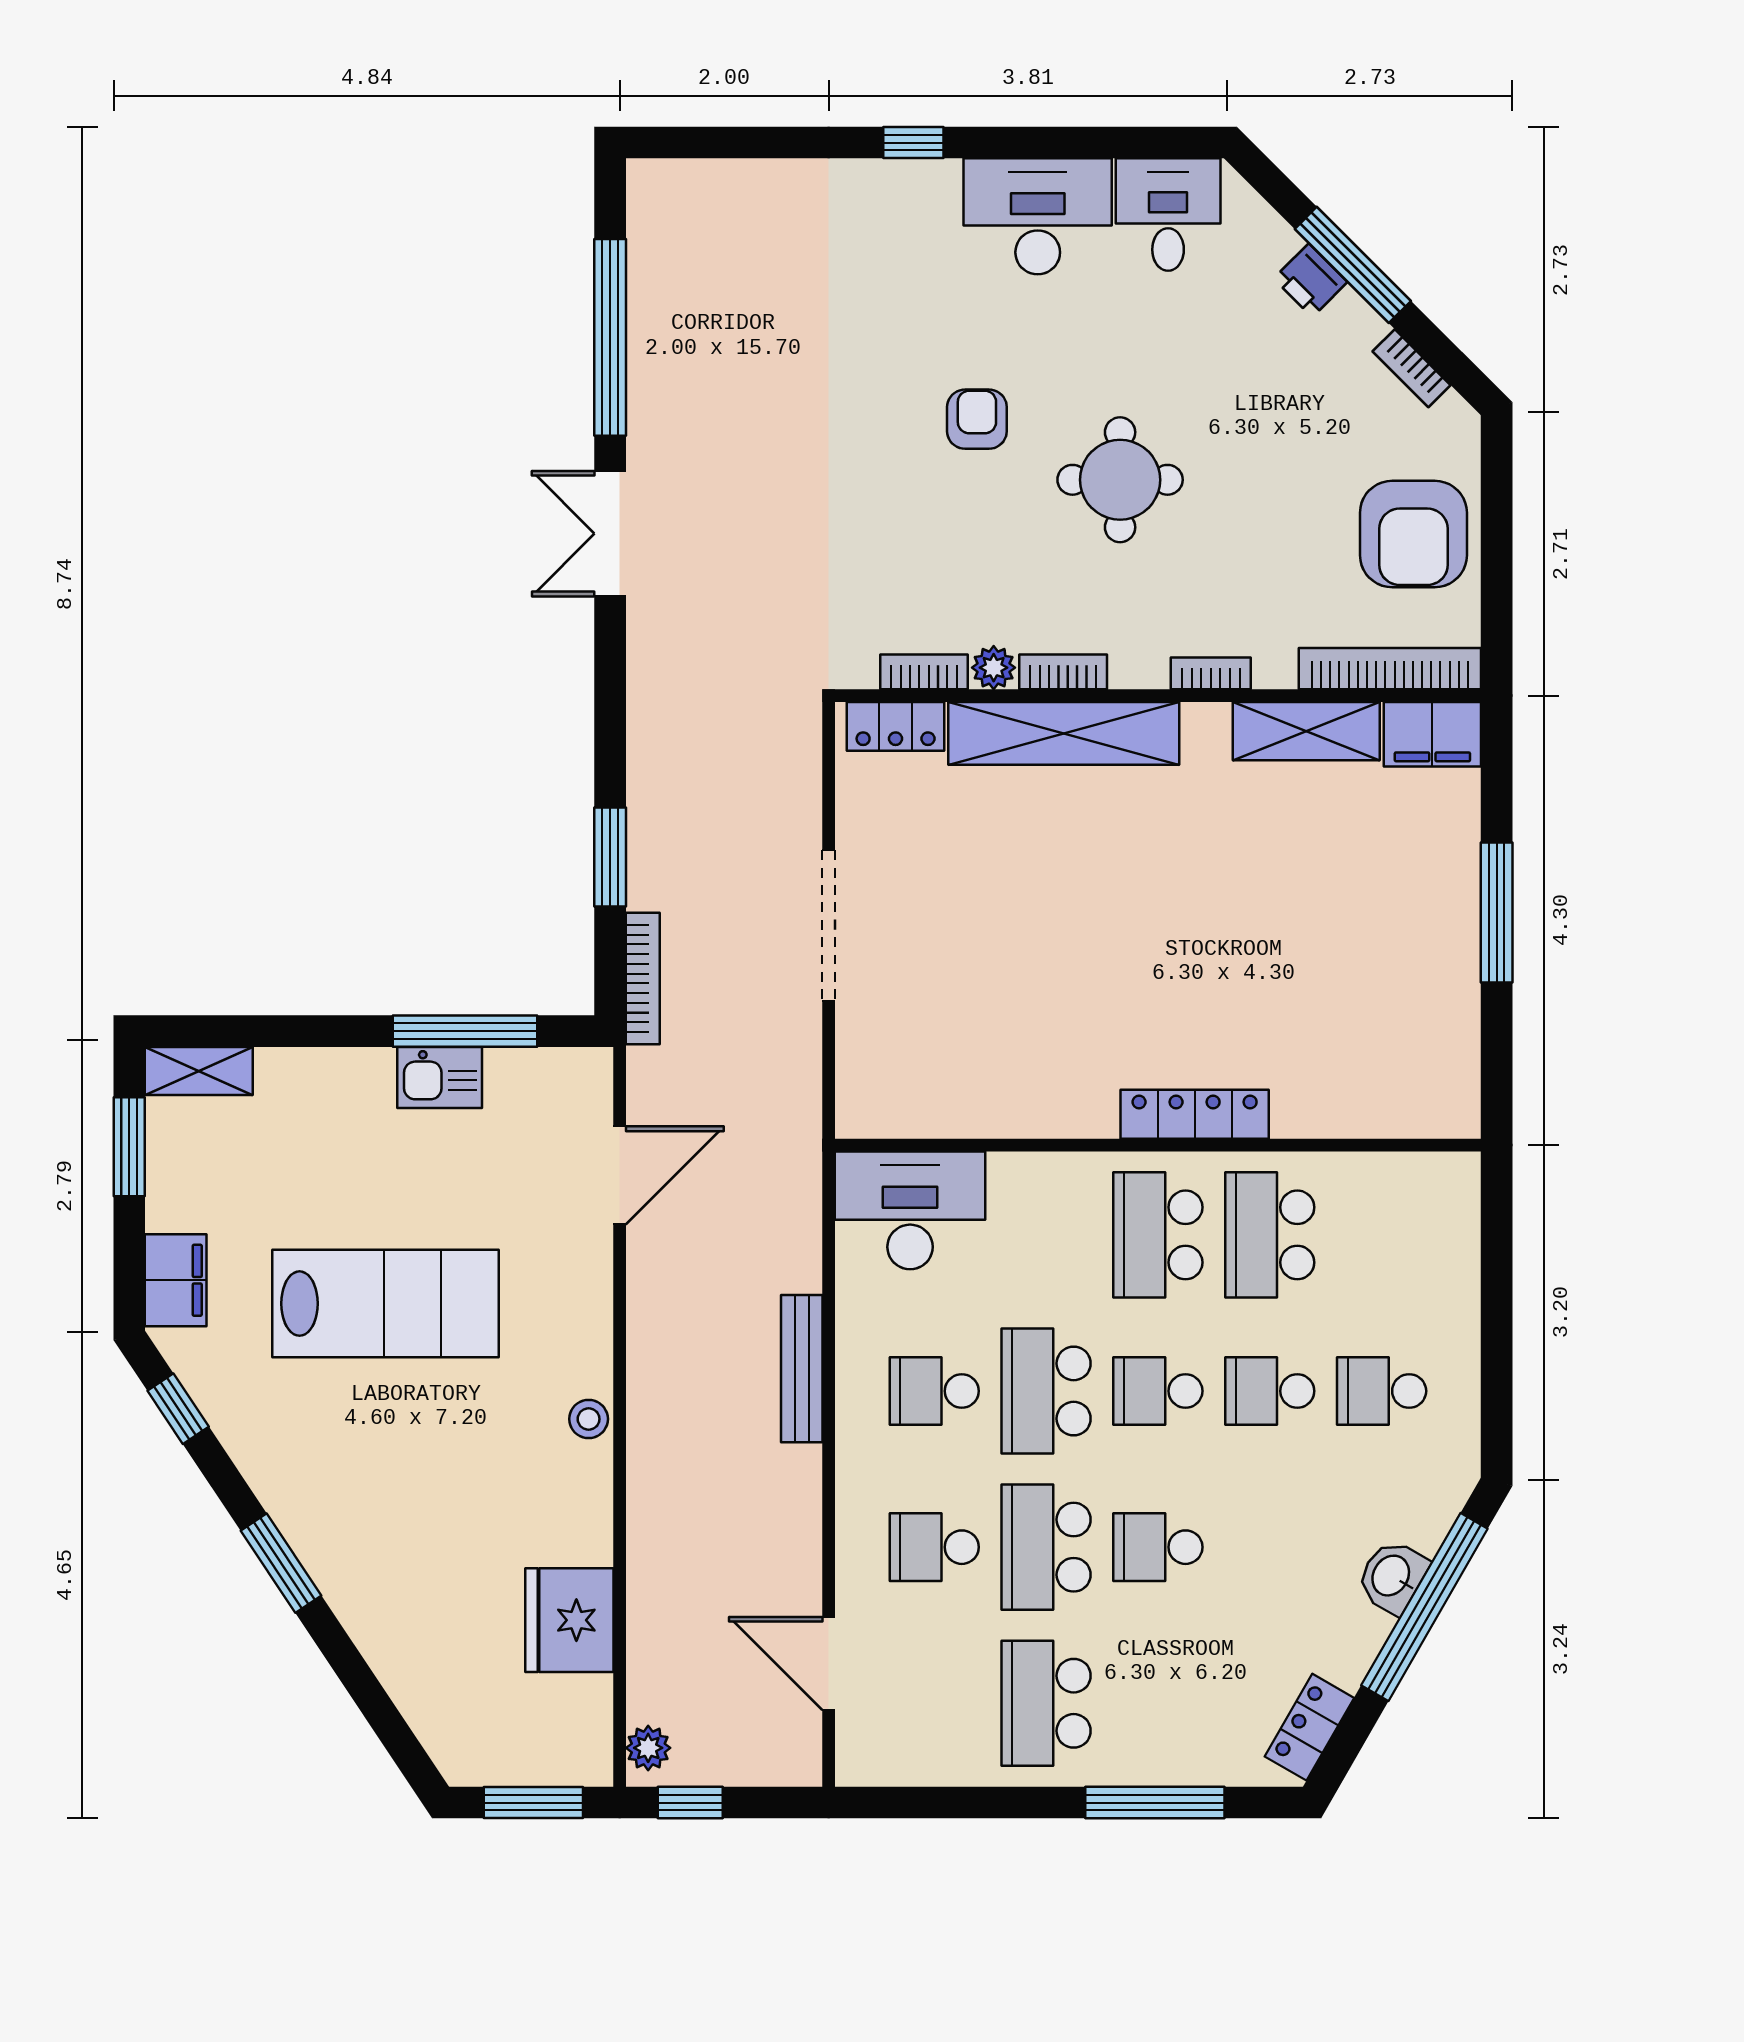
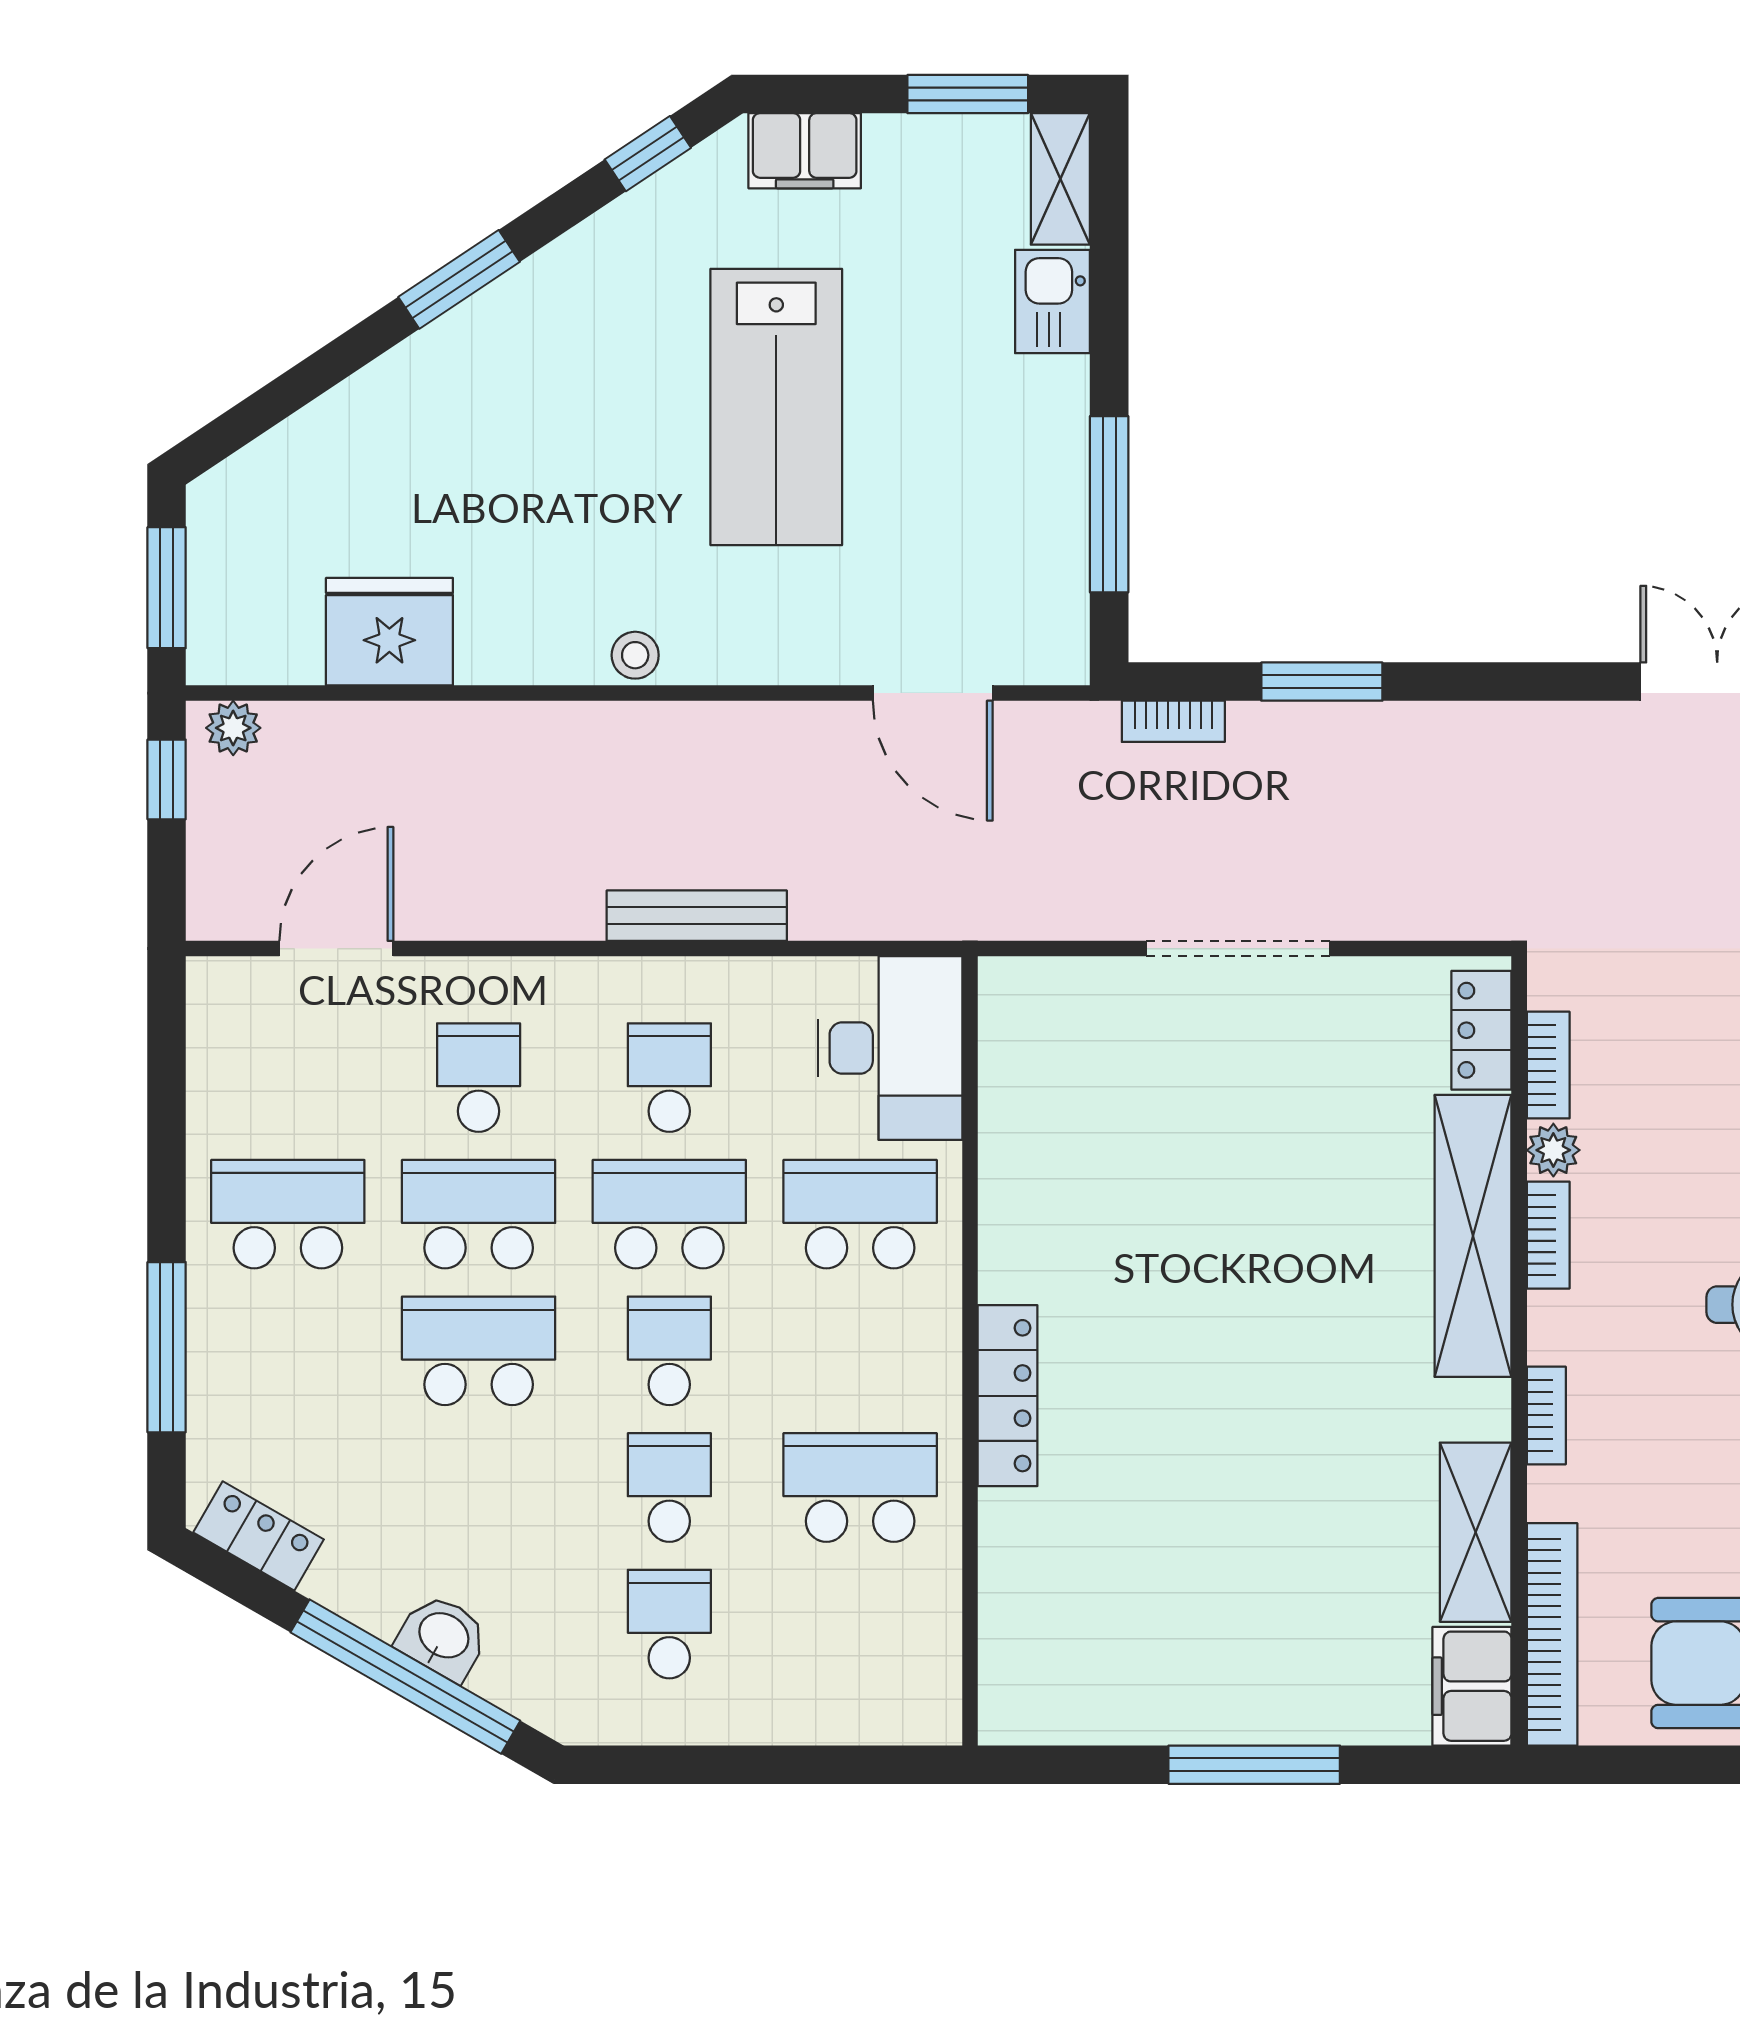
bookcase: (643, 979) -> (1173, 721), width x0.64
kitchen sink: (440, 1077) -> (1053, 301), moved
school desk: (1158, 1235) -> (860, 1214), moved
school desk: (1158, 1547) -> (479, 1351), width x1.85

